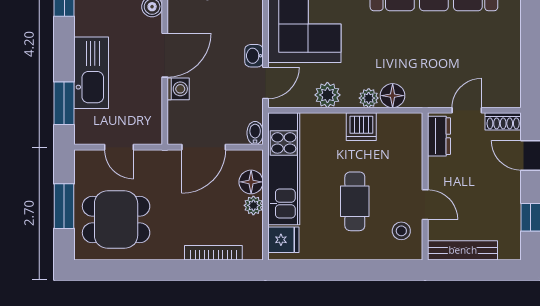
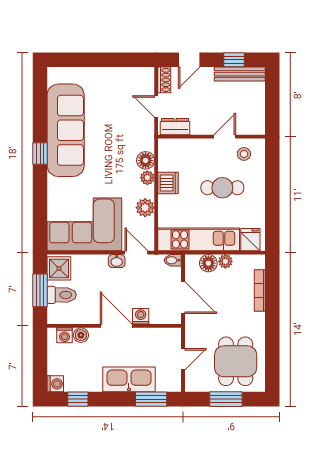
bench: (463, 250) -> (240, 74), moved, turned 90

